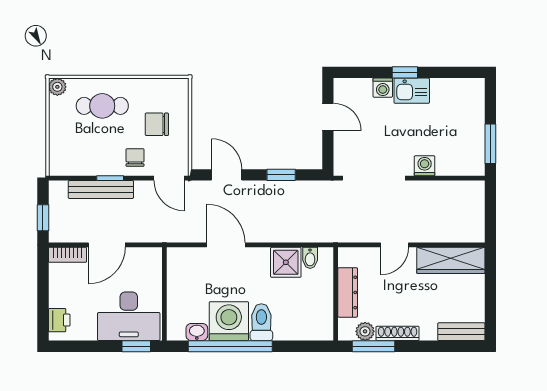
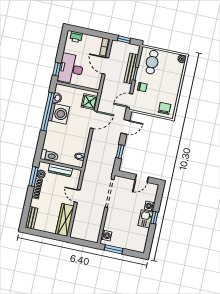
cafe table: (102, 106) -> (152, 62), moved
chair: (157, 124) -> (165, 108), moved
washing machine: (425, 166) -> (106, 236), moved
shower: (286, 262) -> (89, 102), moved
toilet: (261, 322) -> (49, 156), moved

